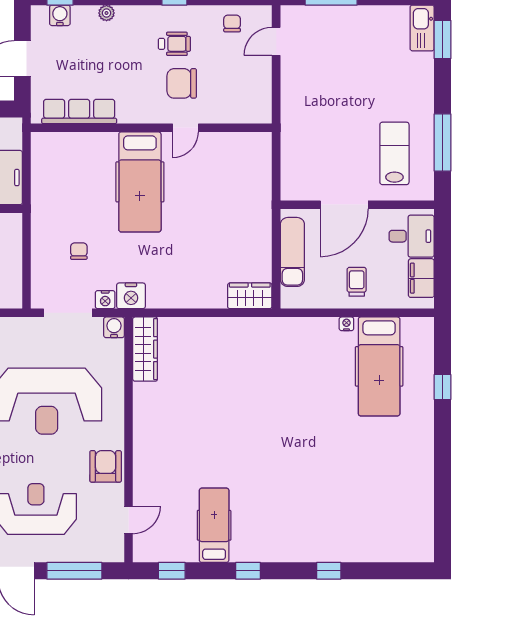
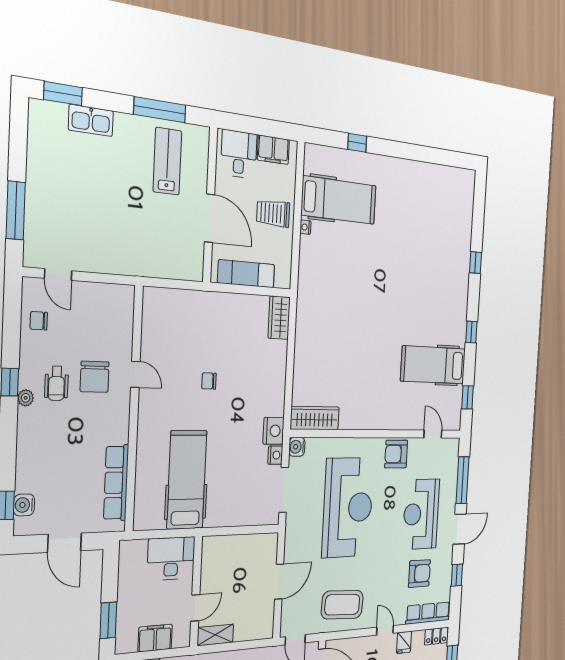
plant: (106, 13) -> (26, 398), moved
kitchen sink: (422, 28) -> (91, 120), moved
wheelchair: (174, 44) -> (57, 383), turned 180
lab bench: (394, 153) -> (167, 161), turned 90
hospital bed: (140, 182) -> (187, 480), moved, turned -90
chair: (79, 251) -> (209, 381), moved
trolley: (357, 282) -> (273, 213), width x1.36, depth x1.39
hospital bed: (214, 525) -> (433, 365), width x1.37, depth x1.29

